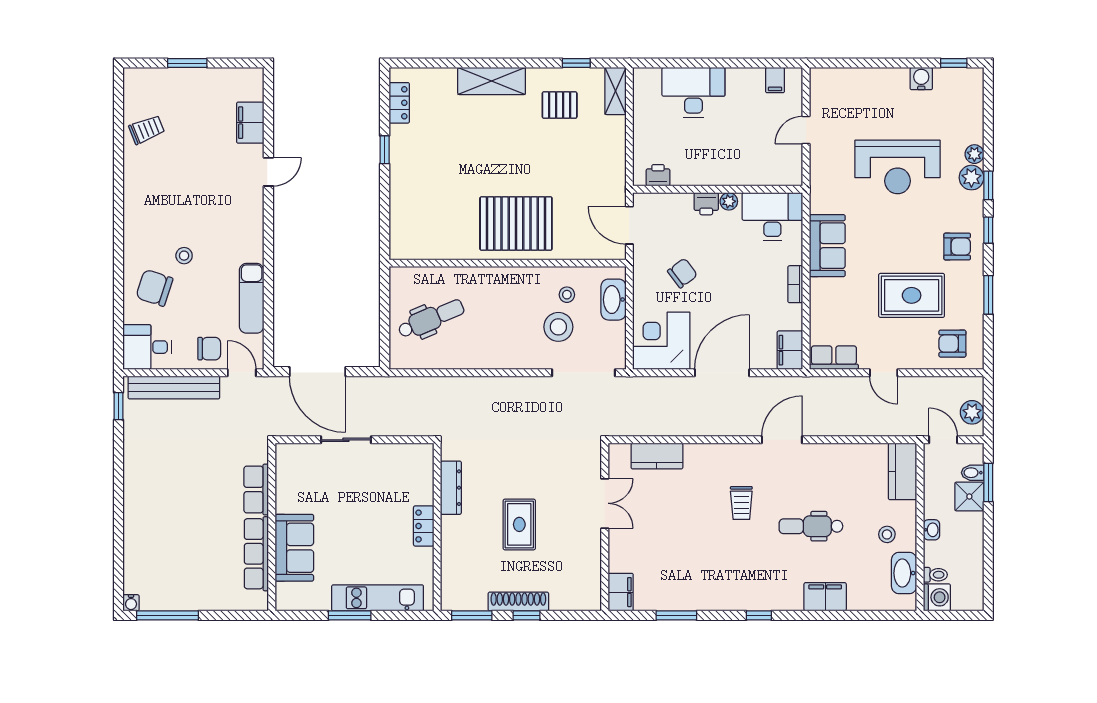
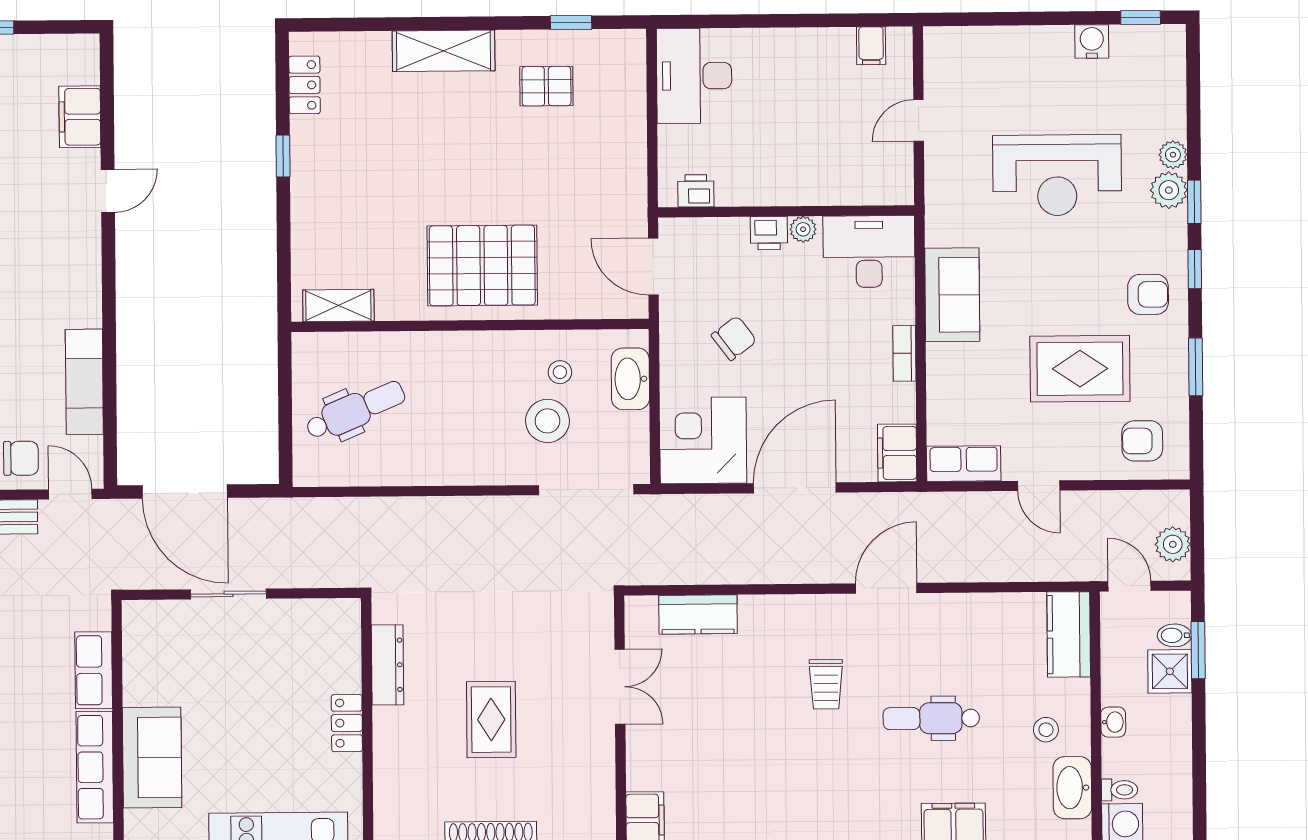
shelving: (615, 91) -> (338, 305), moved, turned 90
desk: (693, 92) -> (694, 76), moved, turned -90

